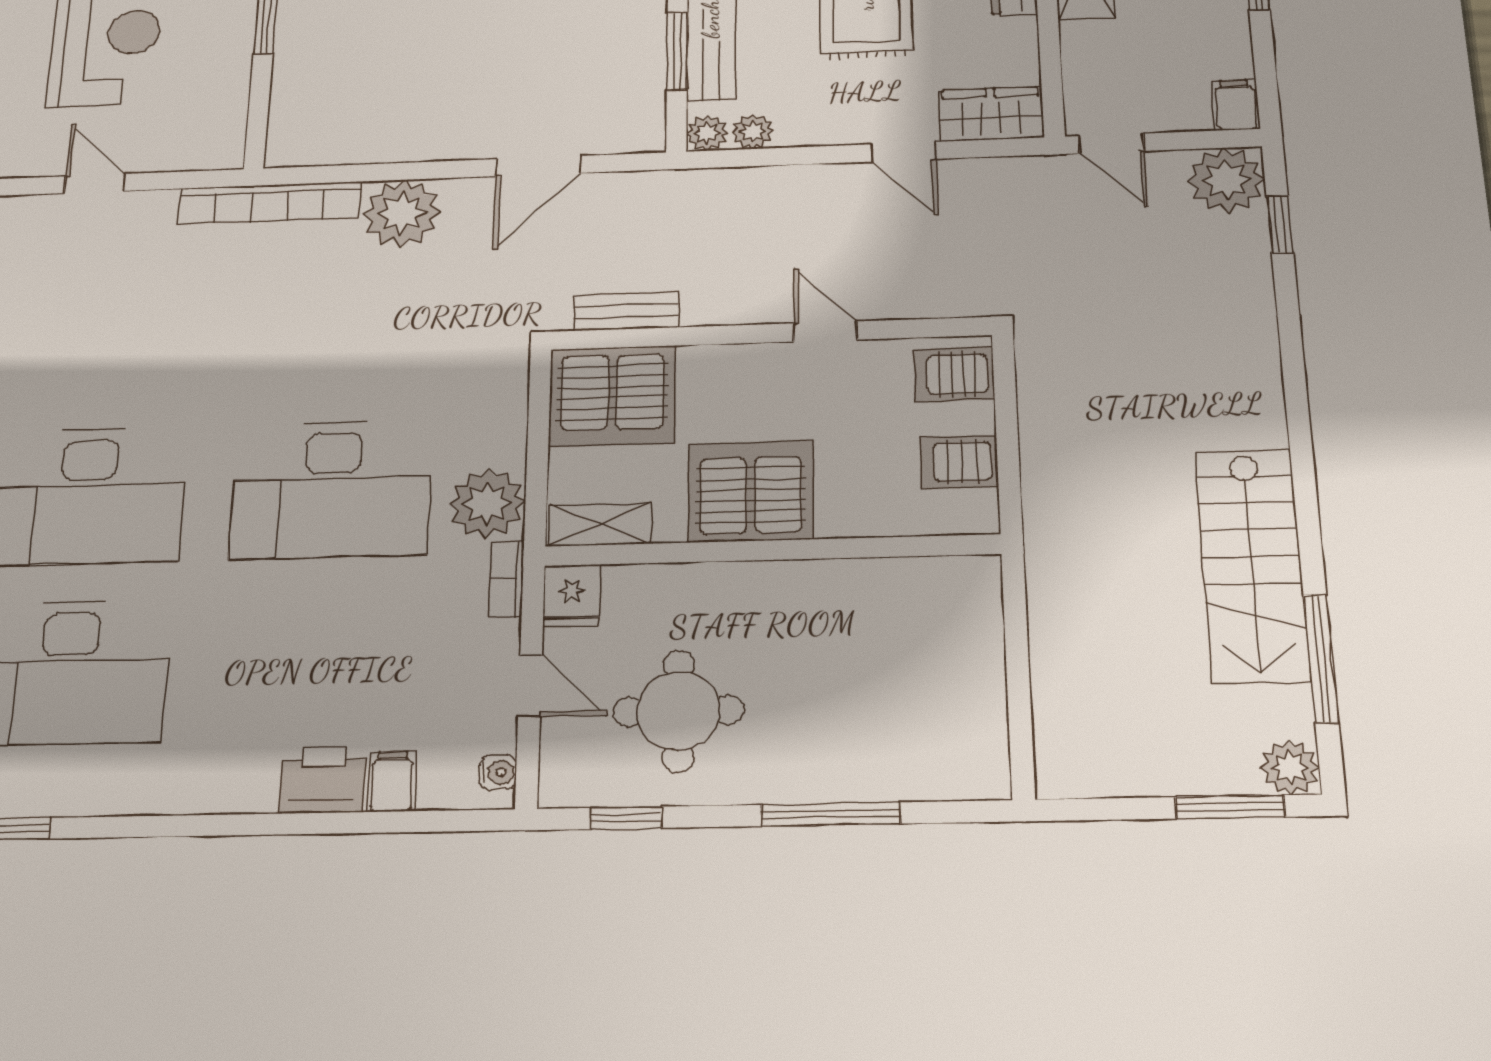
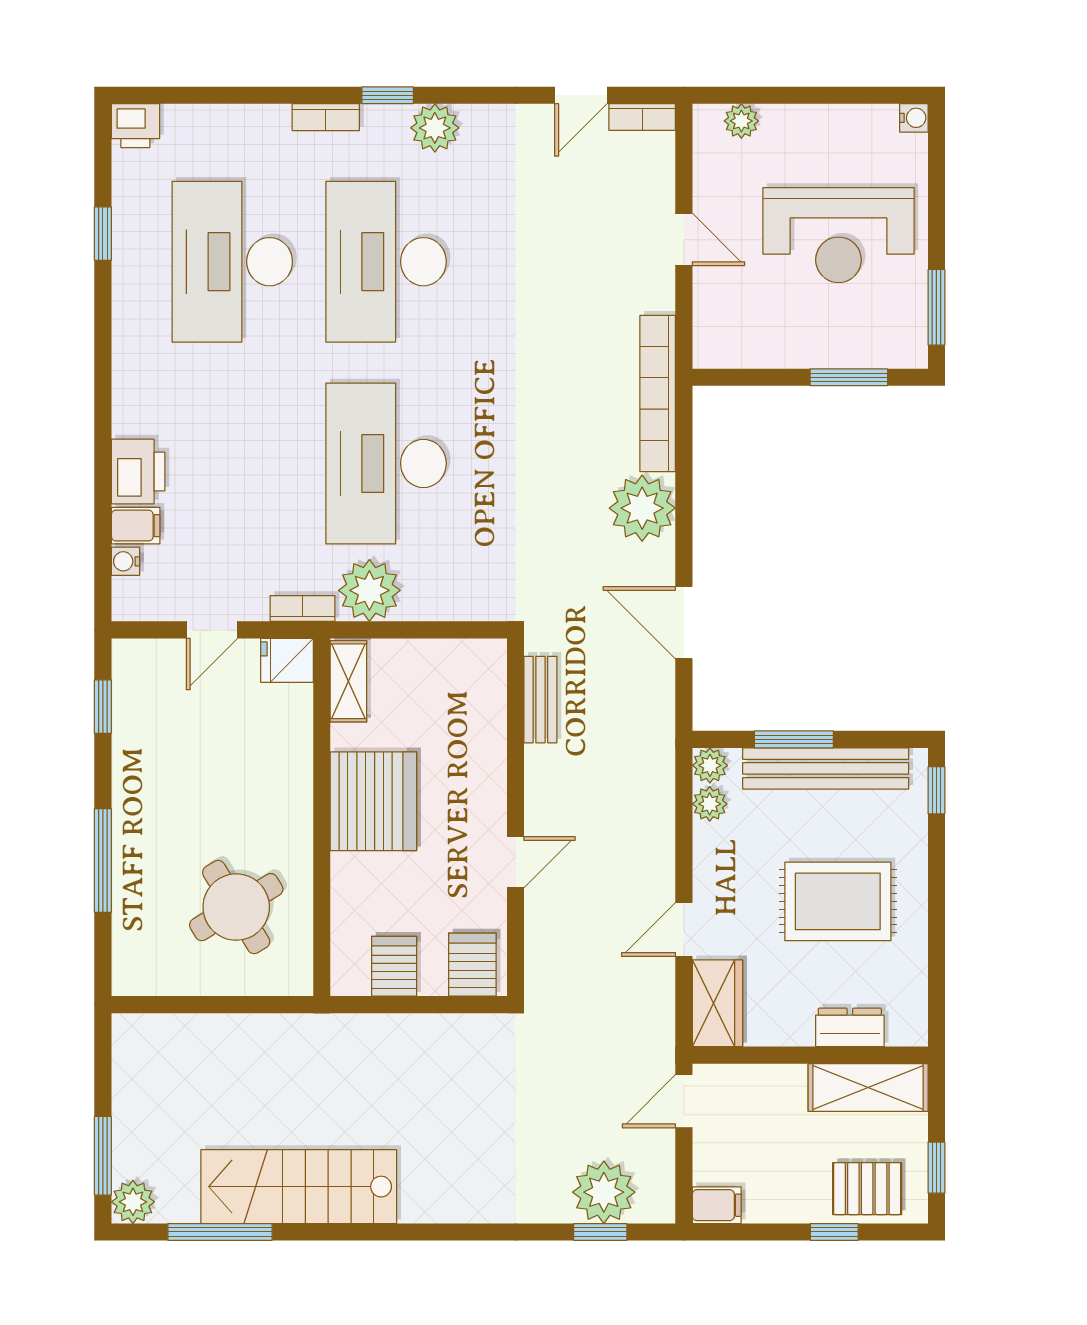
plant: (1226, 180) -> (604, 1192), moved
door: (95, 184) -> (684, 239), hinge flipped
server rack: (612, 396) -> (462, 689), removed
round table: (678, 711) -> (236, 907), moved, turned -31
water cooler: (498, 772) -> (125, 561), moved, turned 90

